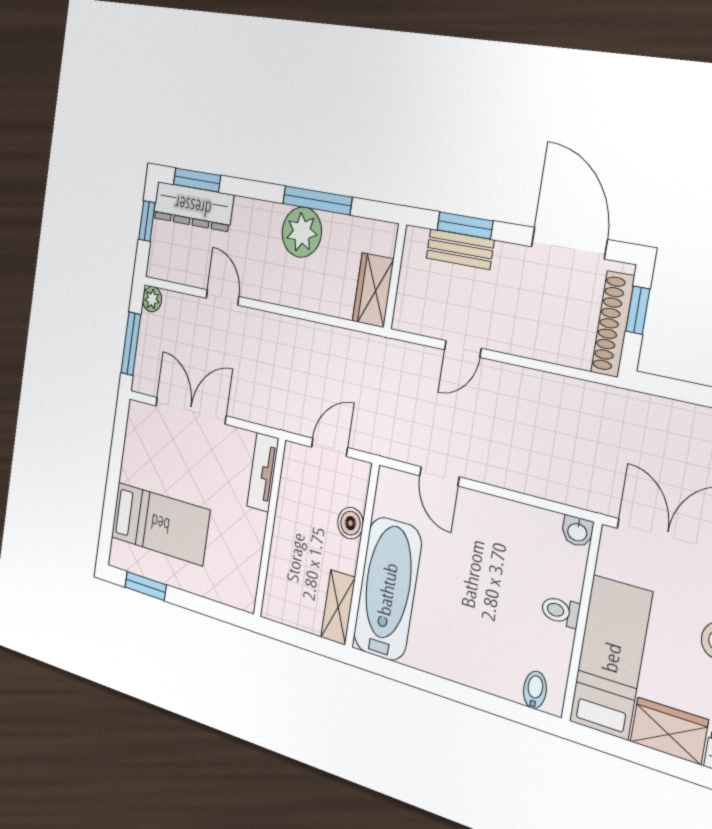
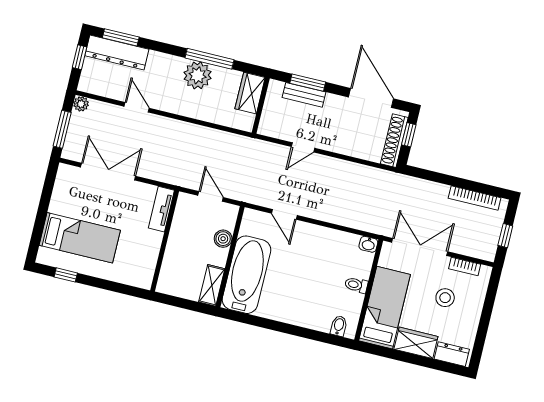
wardrobe: (373, 290) -> (250, 93), moved
door: (329, 447) -> (211, 196), hinge flipped
window: (146, 586) -> (66, 275), width x0.67

